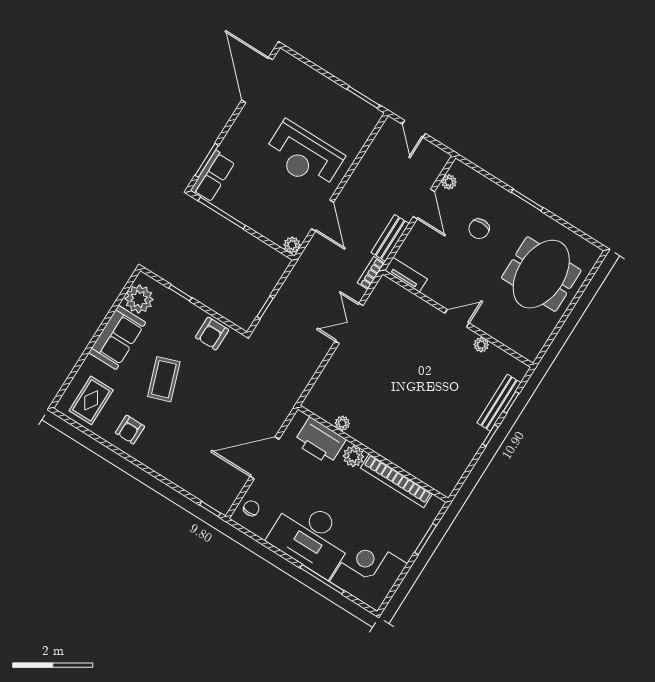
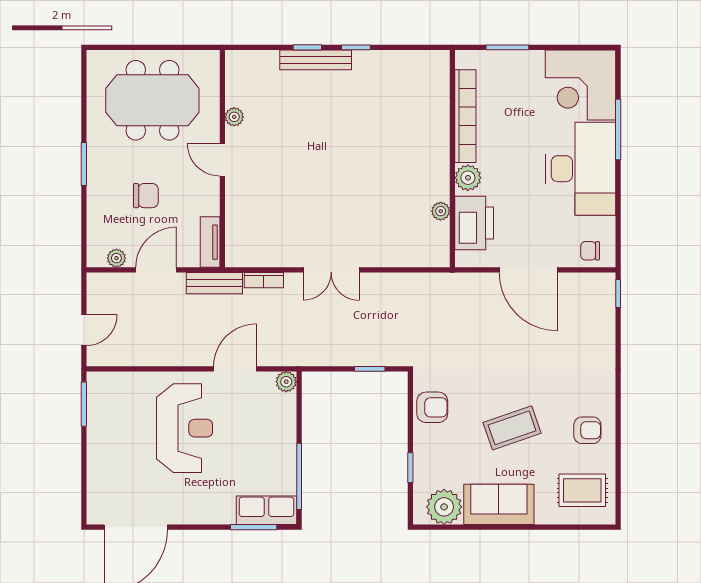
tv unit: (406, 275) -> (210, 242), moved
door: (457, 318) -> (222, 160), moved
wall: (458, 319) -> (222, 159), moved
plant: (481, 345) -> (234, 117), moved

